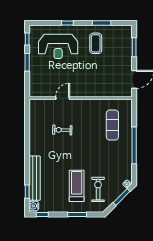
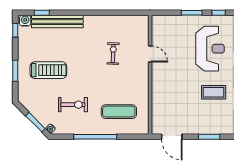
reception desk: (58, 46) -> (210, 49), turned 180
exercise bike: (98, 189) -> (73, 105), moved

